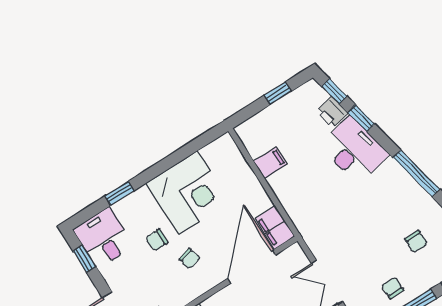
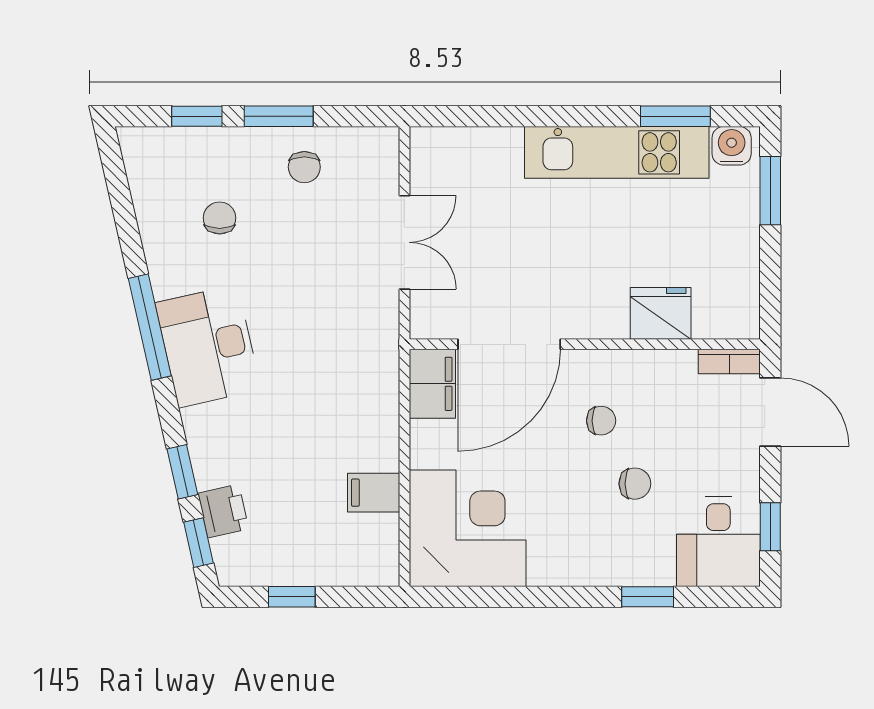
desk: (354, 150) -> (208, 346), moved
corner desk: (188, 193) -> (468, 528), moved, turned 90
chair: (190, 259) -> (601, 421), turned 106

